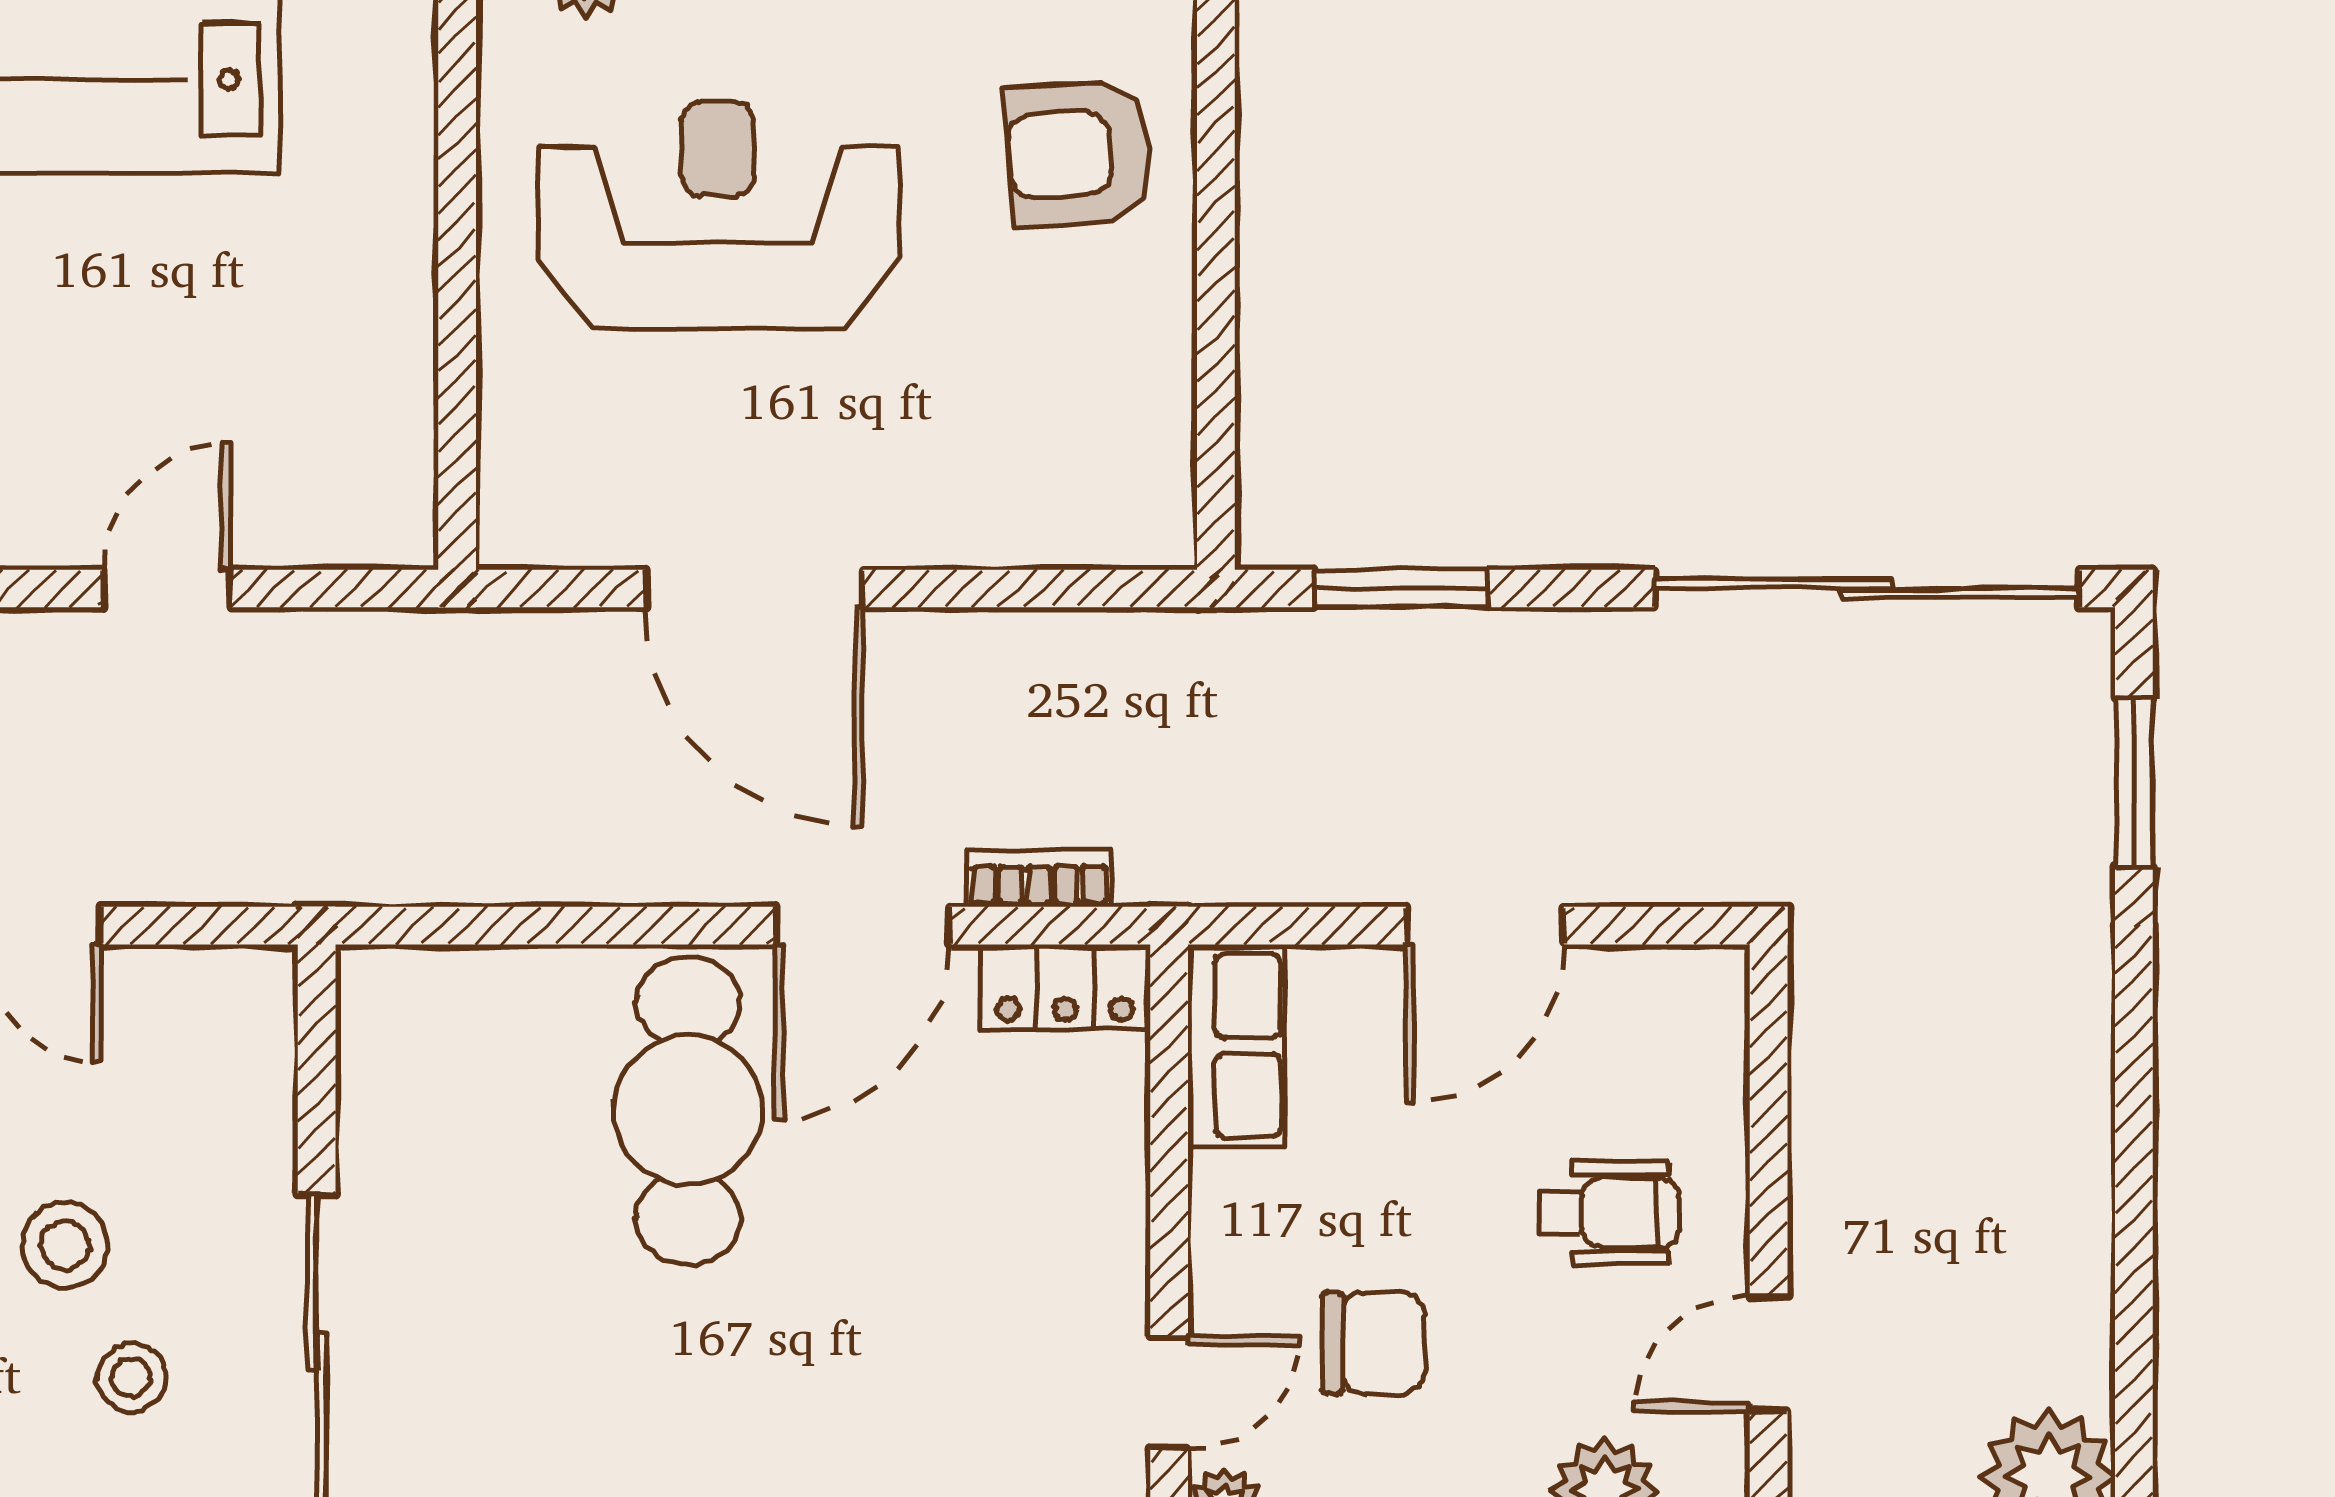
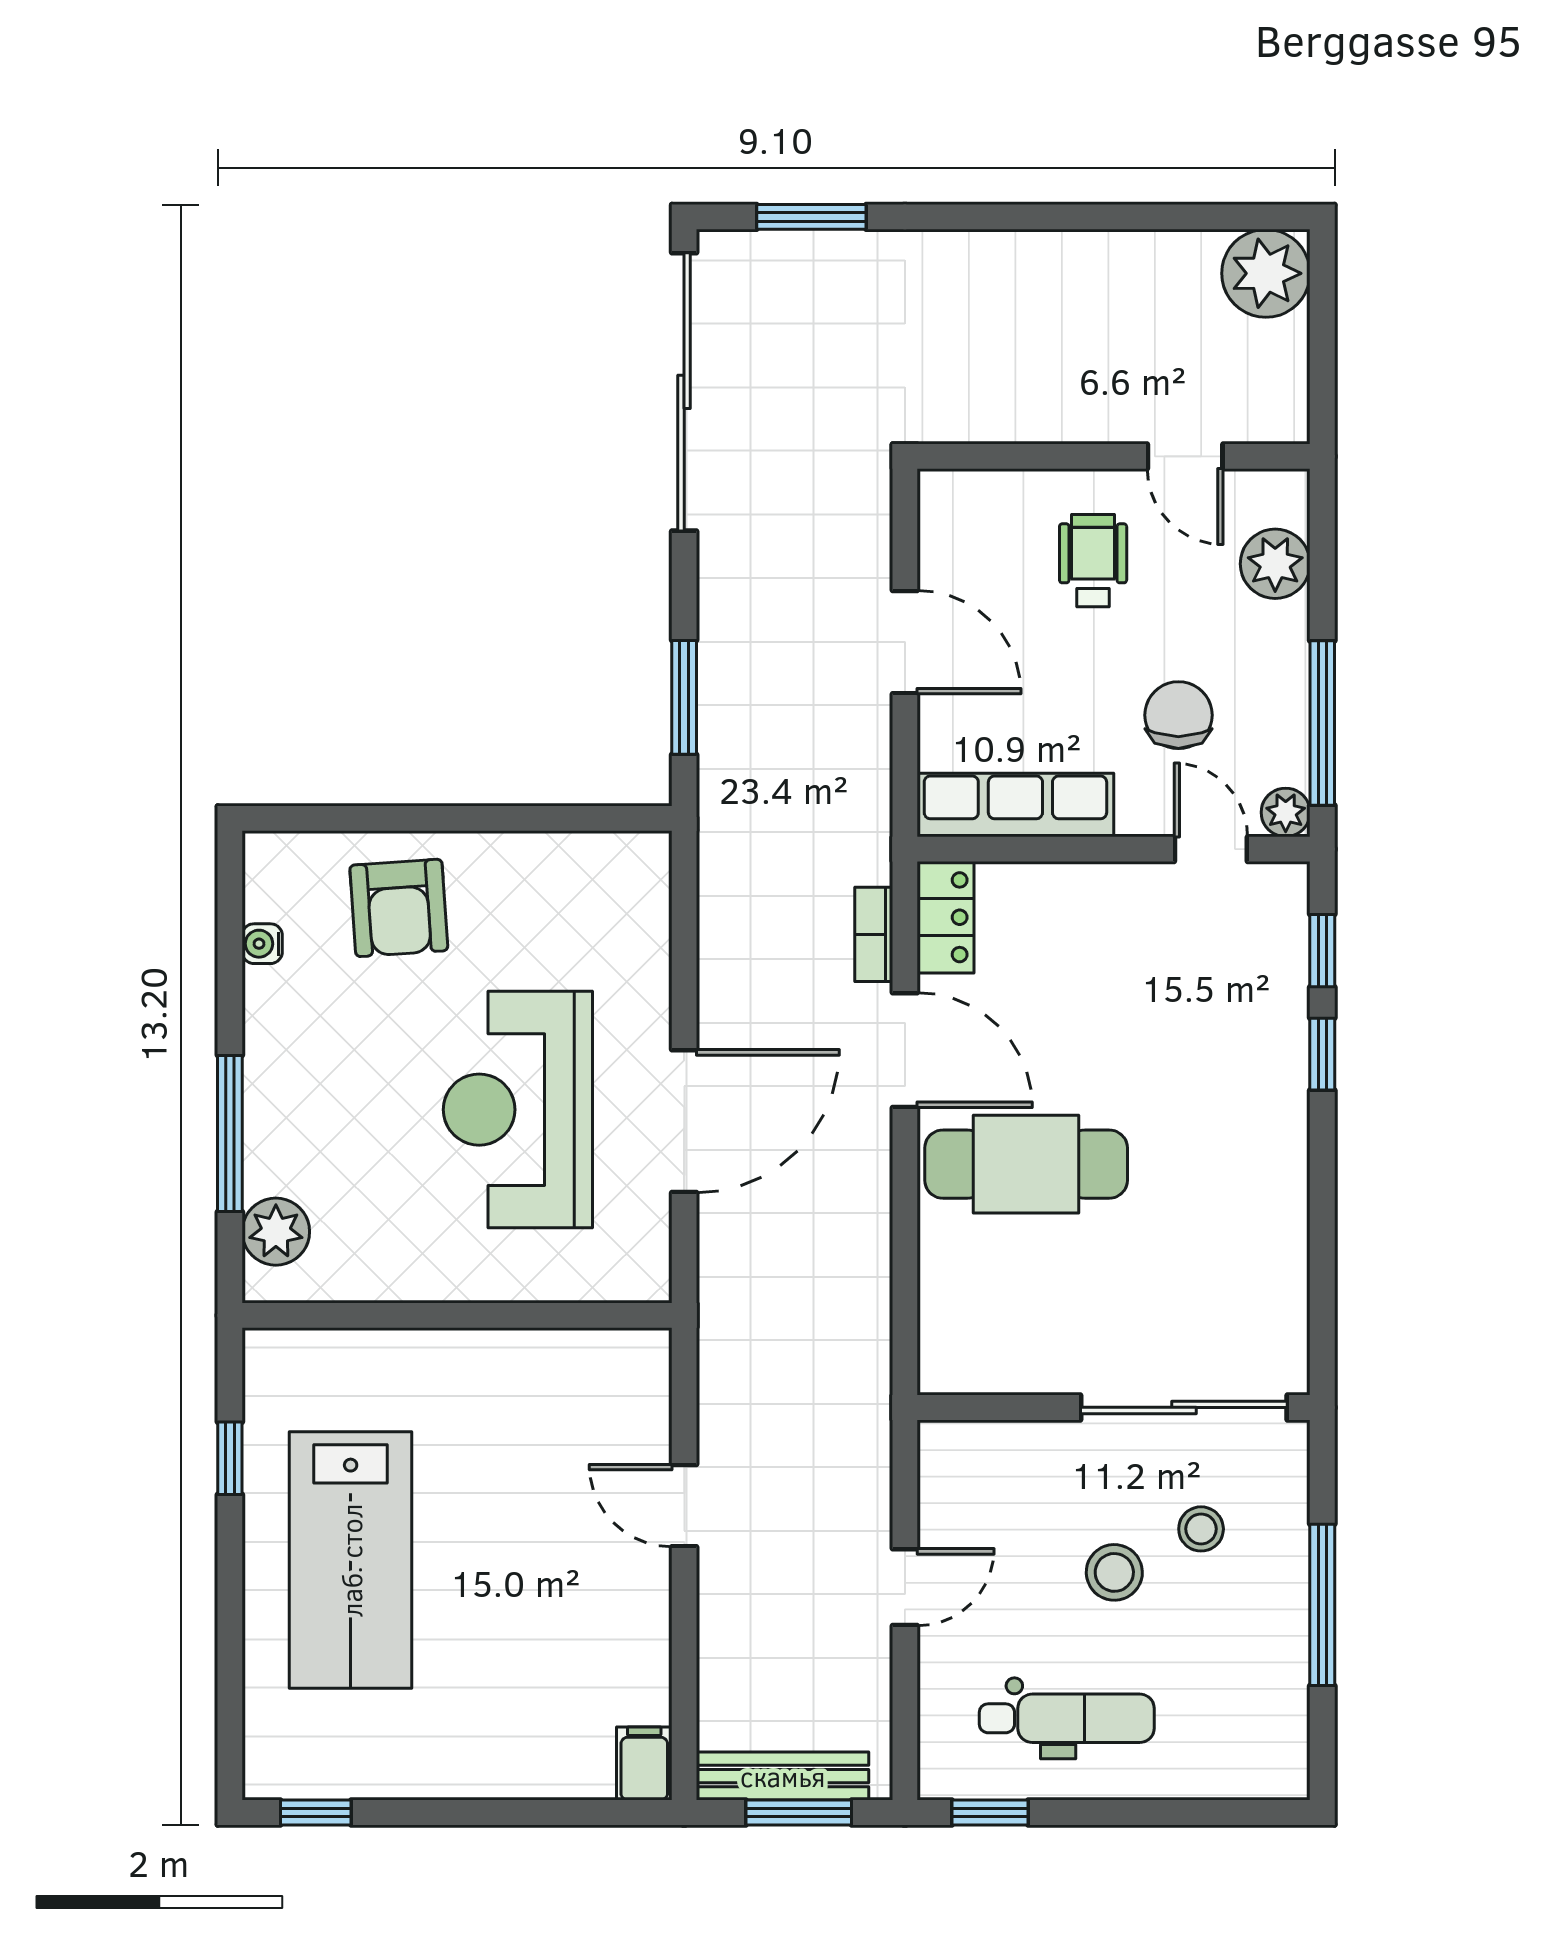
reception desk: (718, 215) -> (518, 1110), moved
row of seats: (1236, 1046) -> (1015, 805), width x1.48

